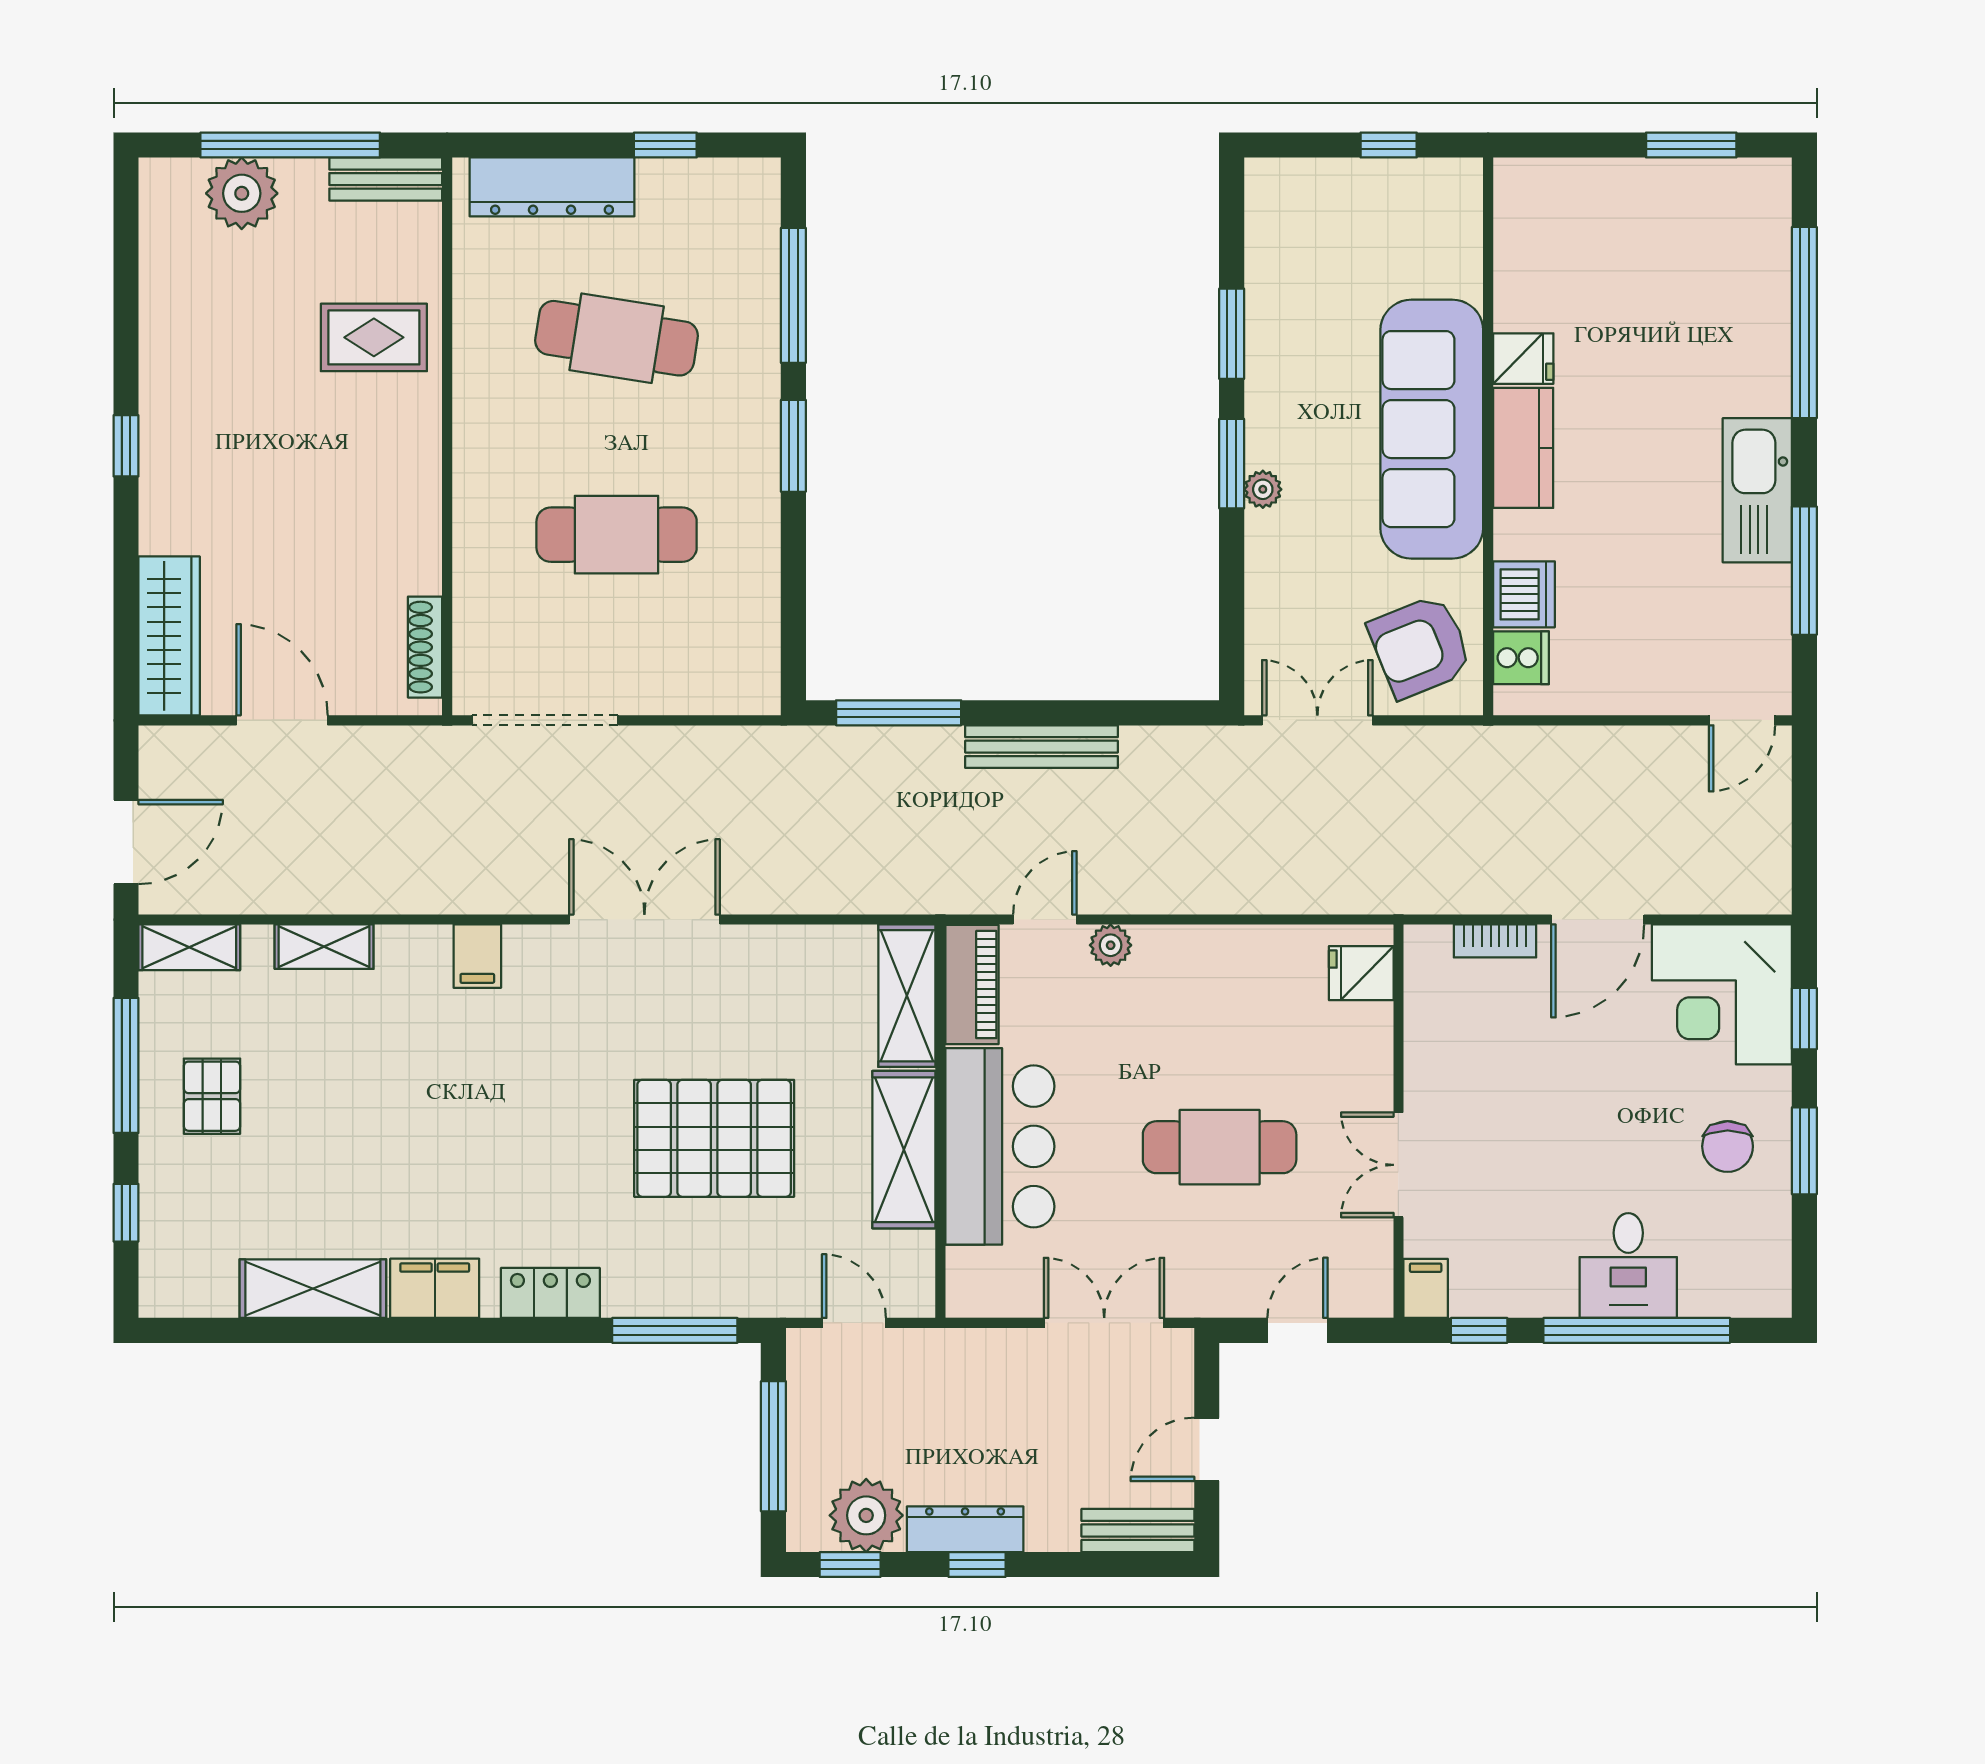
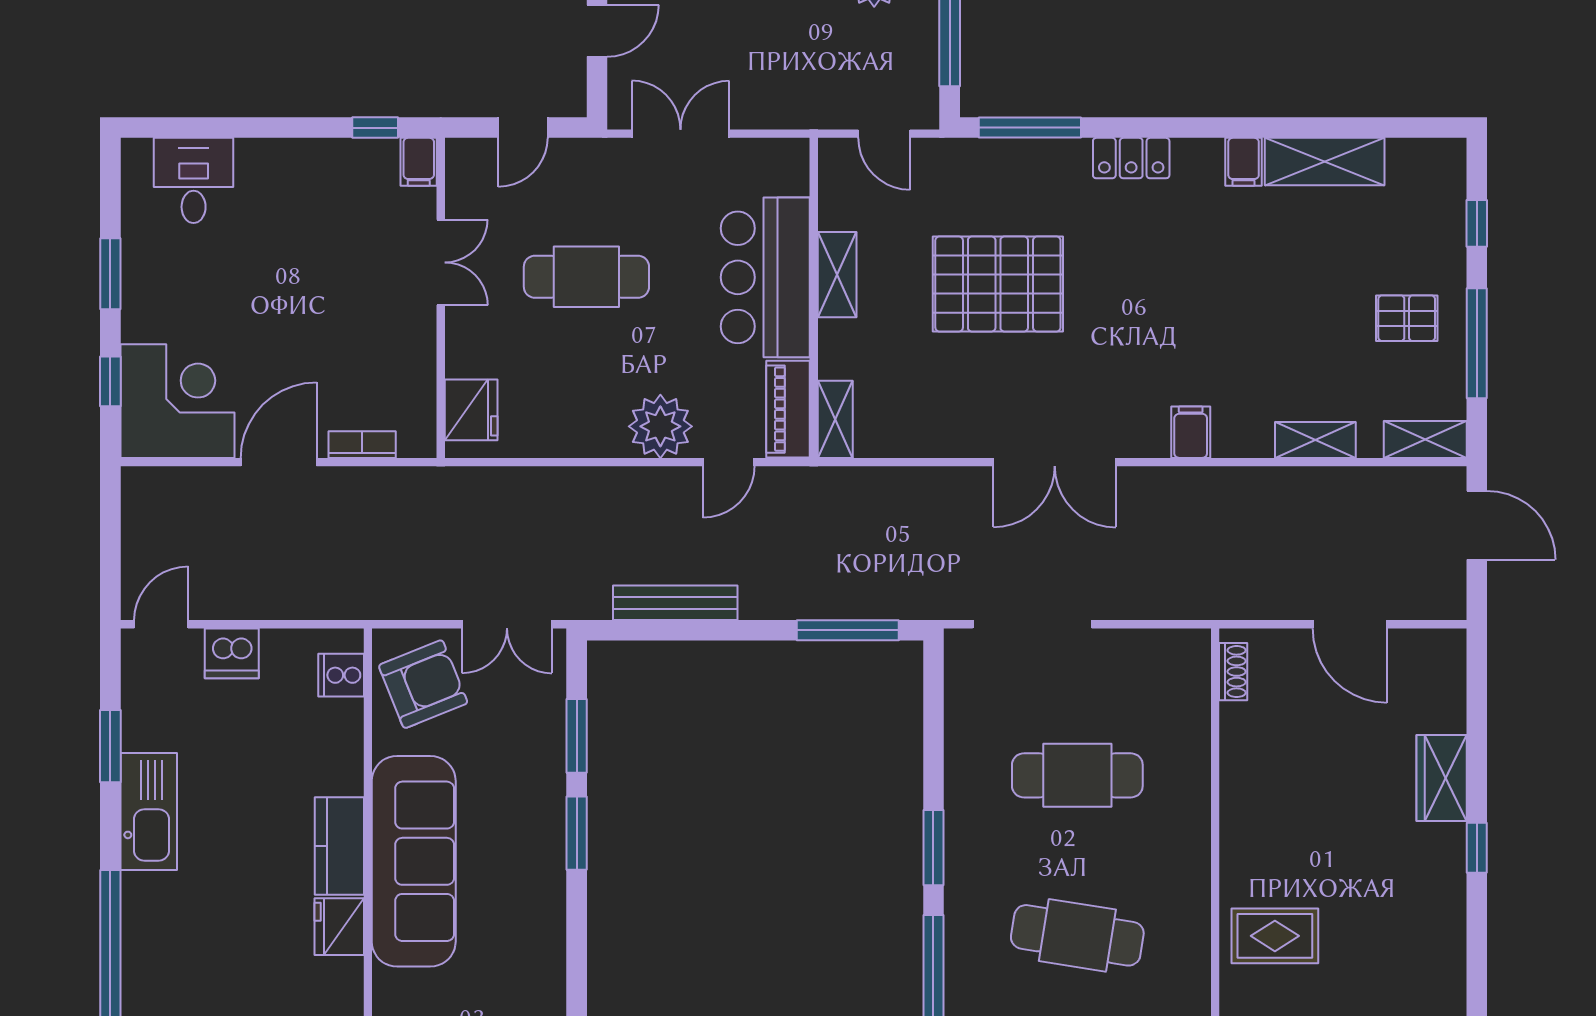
window: (1232, 334) -> (577, 736), moved
fridge: (1523, 359) -> (339, 927), width x1.38
plant: (1263, 489) -> (551, 812), removed
window: (1804, 571) -> (110, 746), width x0.69
dishwasher: (1524, 594) -> (232, 653), moved, turned -90
wardrobe: (169, 636) -> (1442, 778), moved, width x0.67
shoe rack: (425, 647) -> (1233, 672), width x0.70
doorway: (545, 720) -> (1032, 624), moved
bench: (1041, 747) -> (675, 603), moved
door: (126, 842) -> (1477, 525), swing flipped
plant: (1111, 945) -> (660, 426), width x1.88, depth x1.88
fridge: (1361, 973) -> (471, 410), width x1.38
shelving: (907, 996) -> (835, 419), width x0.67, depth x0.75
pallet: (212, 1096) -> (1407, 318), turned 90
chair: (1728, 1146) -> (173, 277), removed
shelving: (904, 1150) -> (837, 275), width x0.67, depth x0.75
desk: (1628, 1265) -> (194, 180), moved
filing cabinet: (435, 1288) -> (1244, 162), width x0.50
double door: (1104, 1323) -> (681, 134), swing flipped
window: (1637, 1330) -> (247, 128), removed

